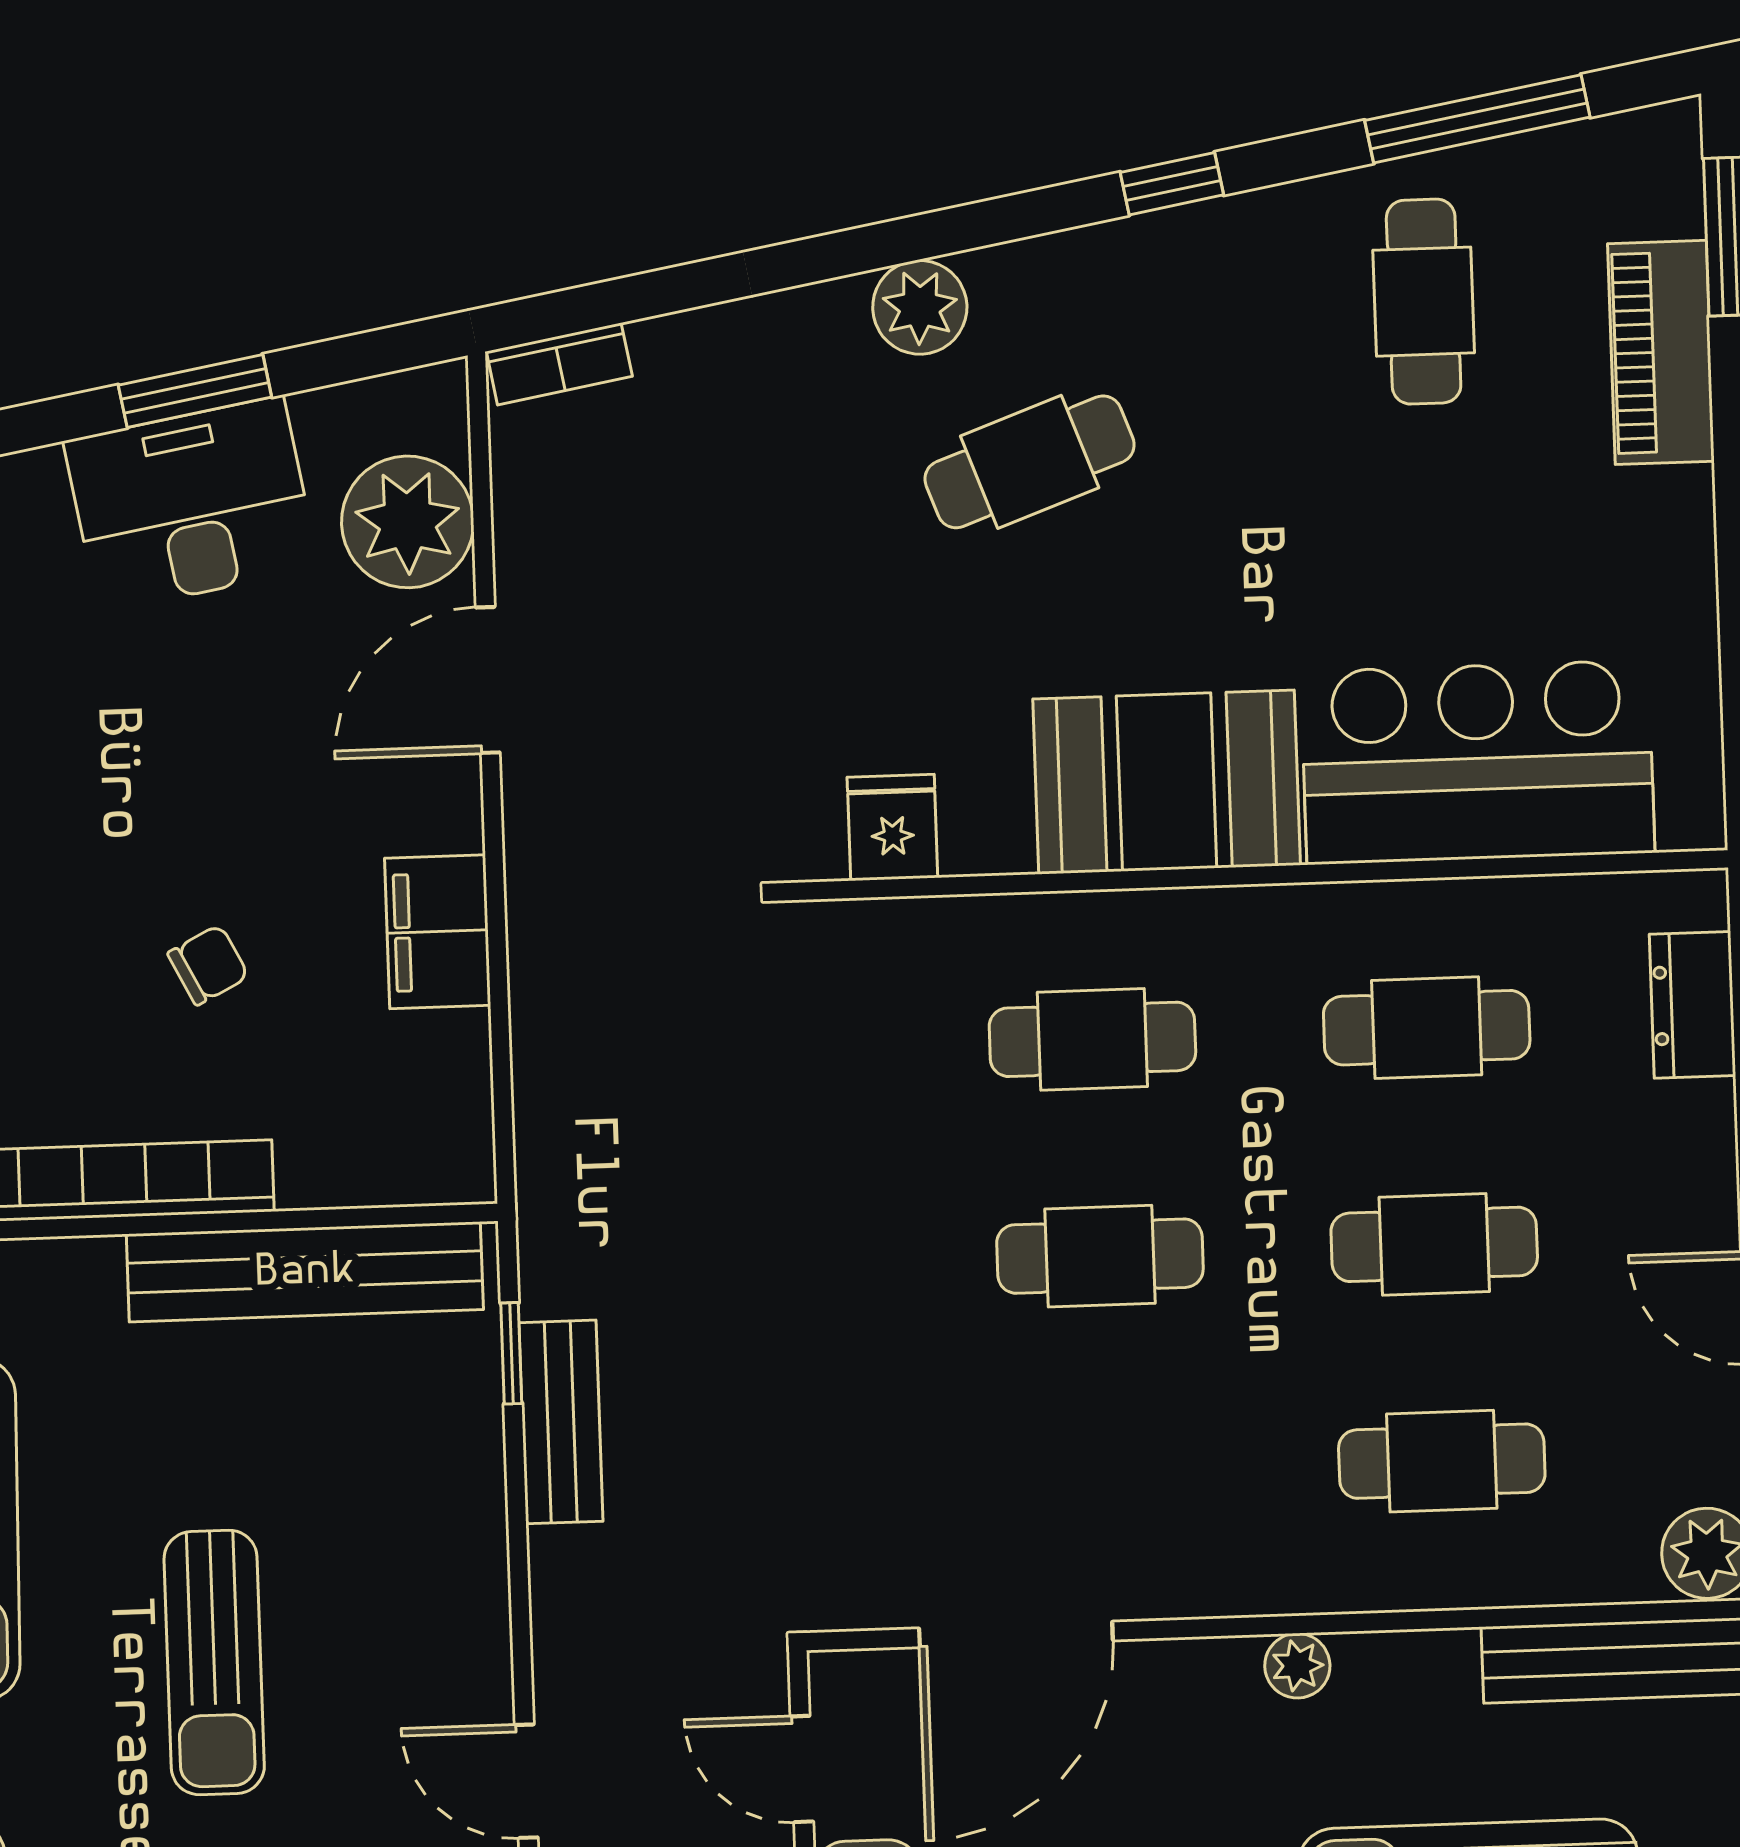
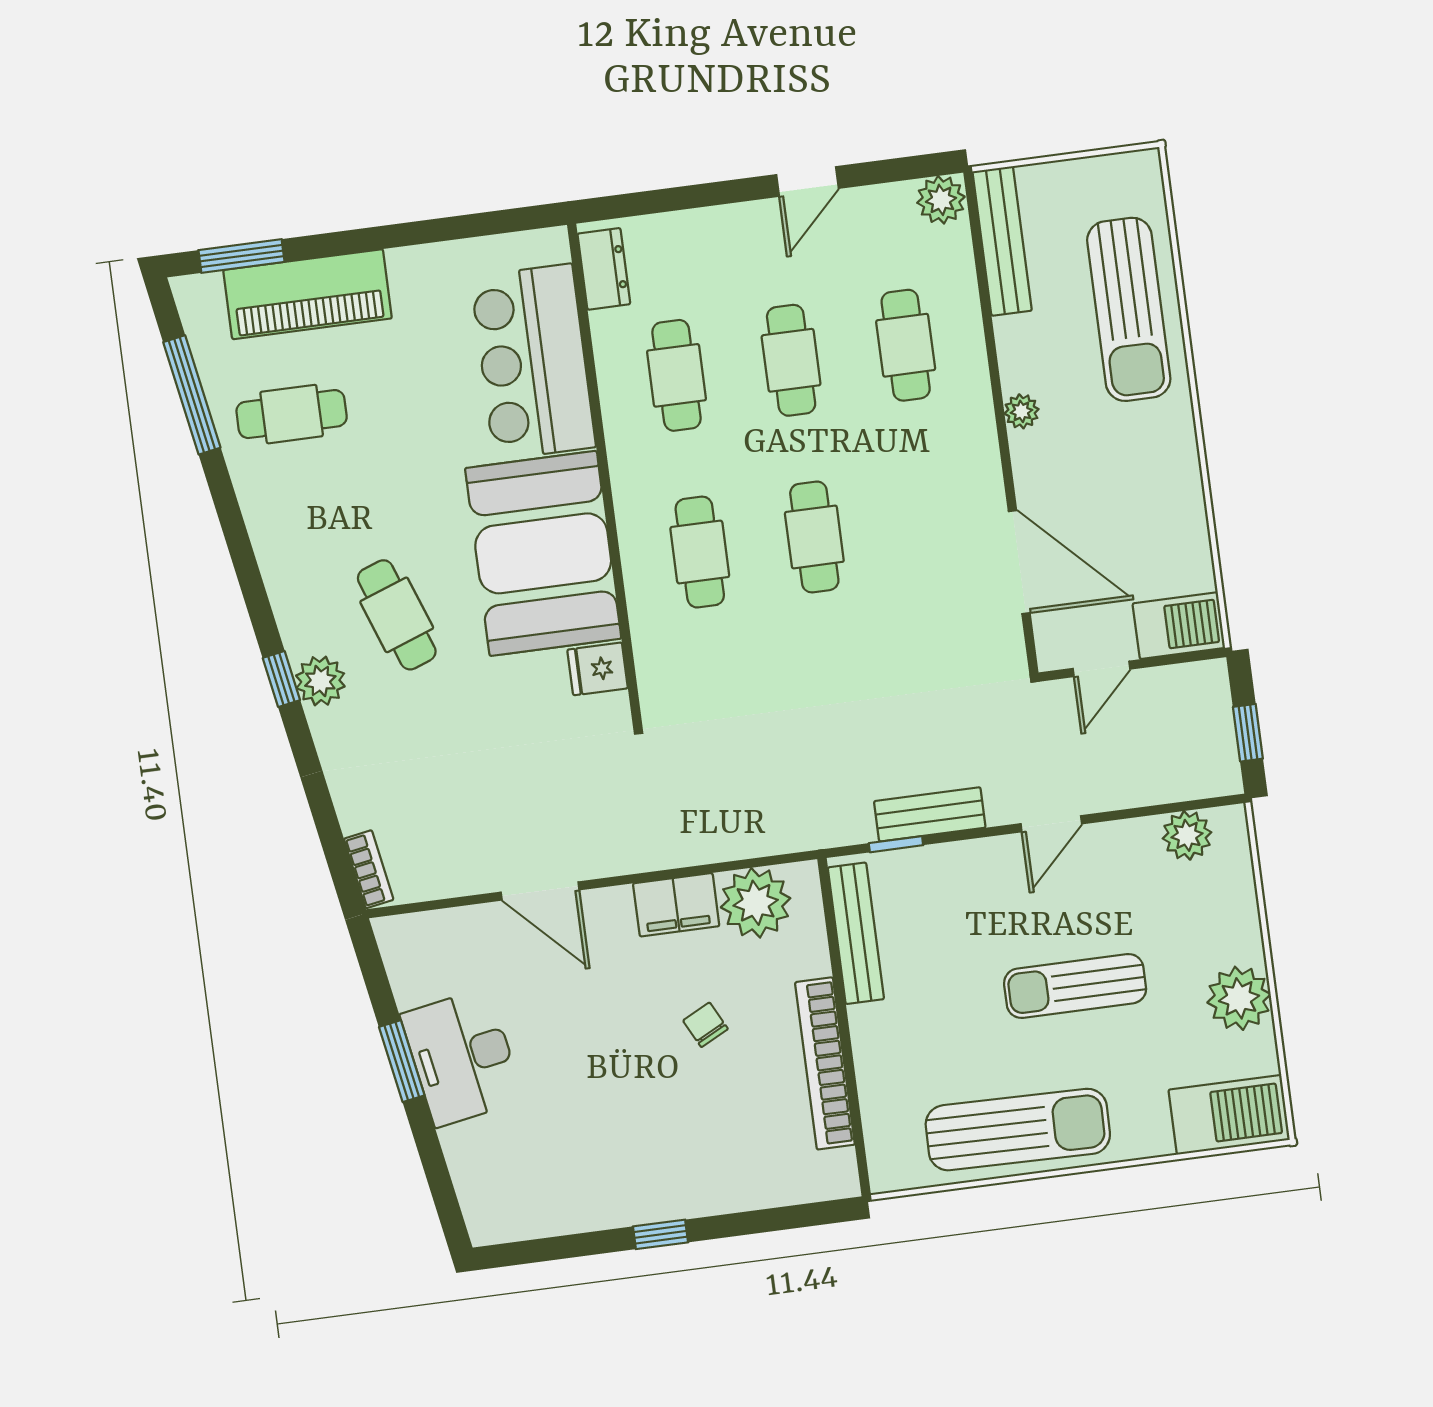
window: (1172, 184) -> (281, 679), moved
piano: (1661, 352) -> (308, 294), width x1.37, depth x1.33
plant: (408, 522) -> (756, 903), moved
booth: (1167, 782) -> (543, 553), width x1.36, depth x1.42
dresser: (1693, 1005) -> (604, 269), moved, turned -90
bench: (305, 1272) -> (856, 933), width x0.73, depth x0.82
sun lounger: (214, 1662) -> (1075, 986), turned 180
door: (526, 1781) -> (1051, 824), moved

